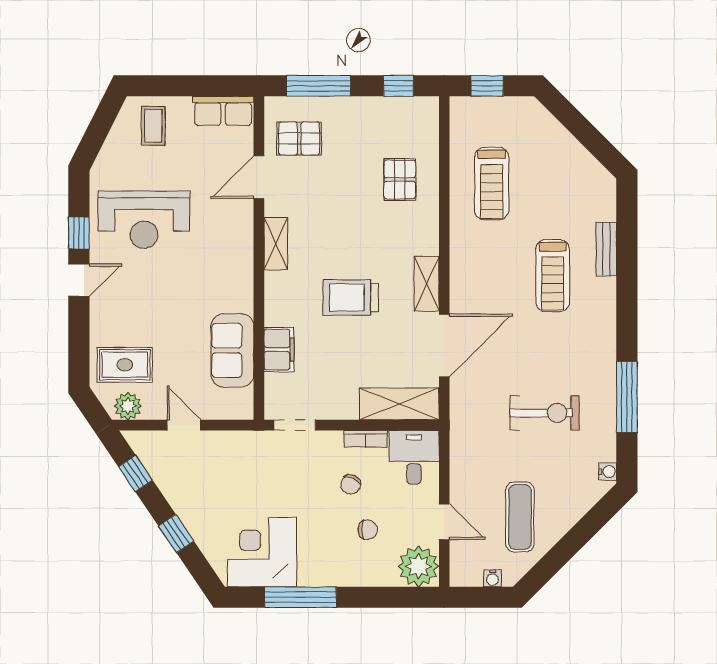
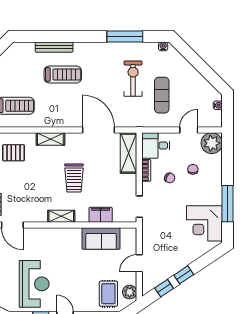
shelving: (276, 244) -> (61, 216), moved
bench: (606, 249) -> (54, 47), width x1.36
shelving: (427, 284) -> (50, 139), moved
exercise mat: (520, 517) -> (162, 95), moved, turned 90
window: (176, 534) -> (184, 275), moved

